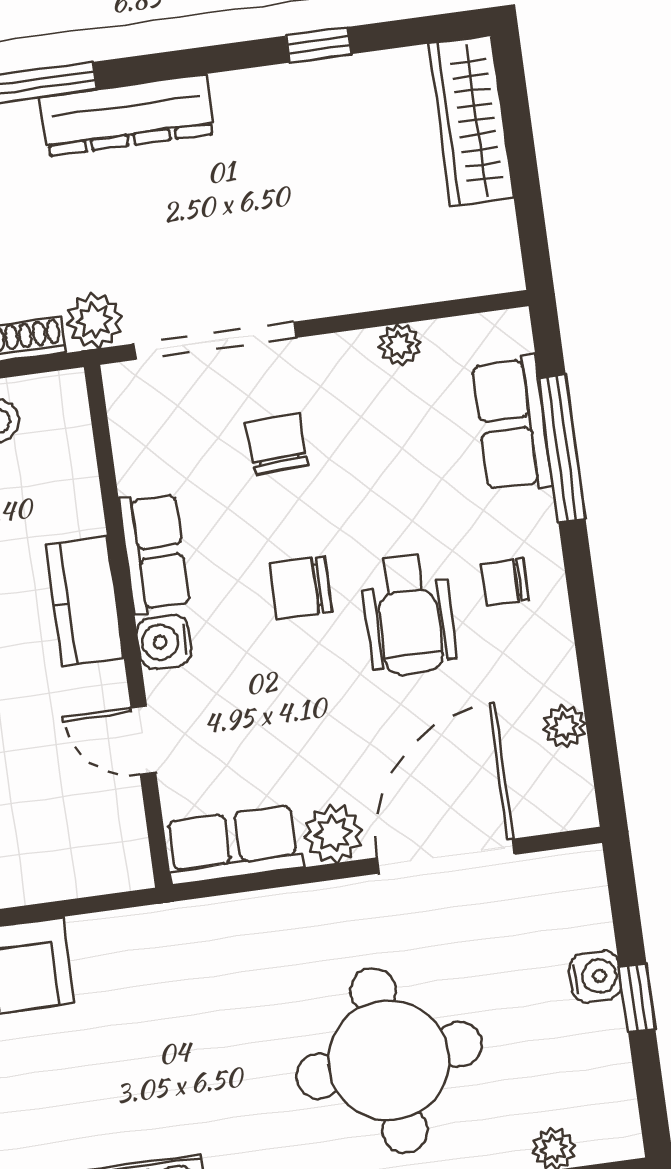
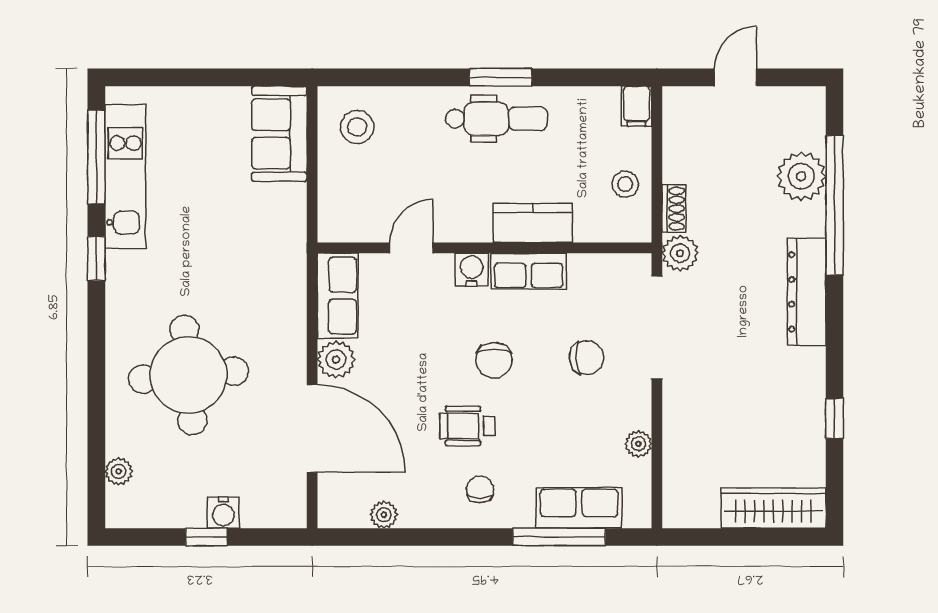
chair: (301, 588) -> (494, 360), turned 180
kitchen counter: (85, 601) -> (533, 223), moved
wheelchair: (409, 615) -> (467, 426), width x0.73, depth x0.73

